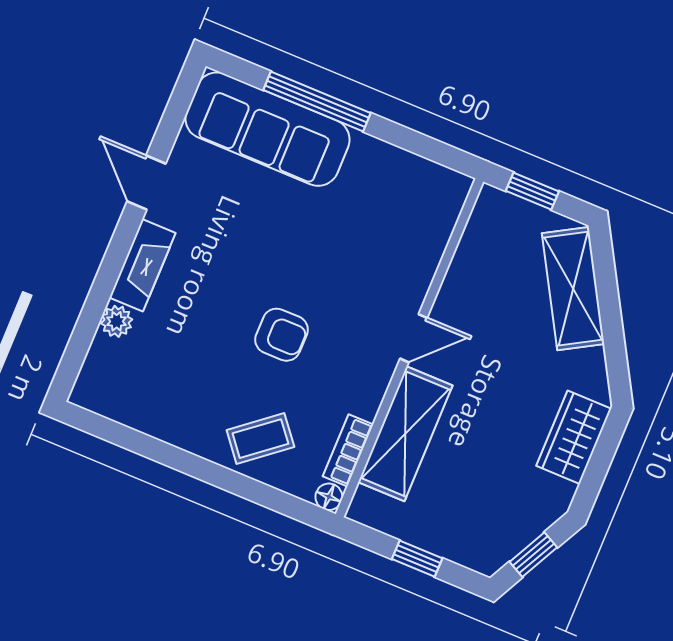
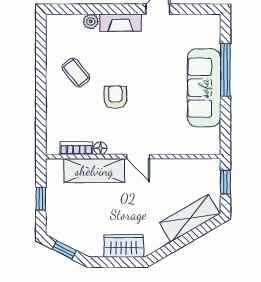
sofa: (268, 129) -> (204, 88), moved
armchair: (281, 335) -> (115, 97), turned 180
coffee table: (260, 439) -> (76, 73), moved
floor lamp: (329, 497) -> (100, 148), moved

